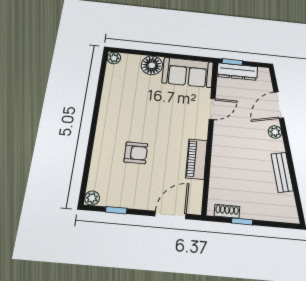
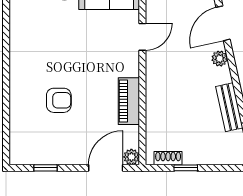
plant: (92, 198) -> (131, 157), moved

